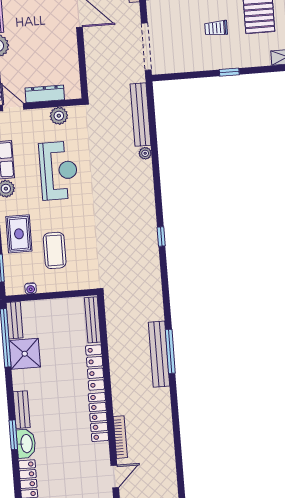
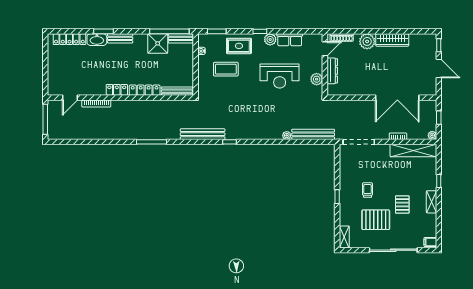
bench: (159, 354) -> (203, 134), moved
locker: (98, 417) -> (117, 90), width x0.66
door: (115, 476) -> (70, 98), hinge flipped

